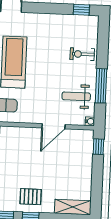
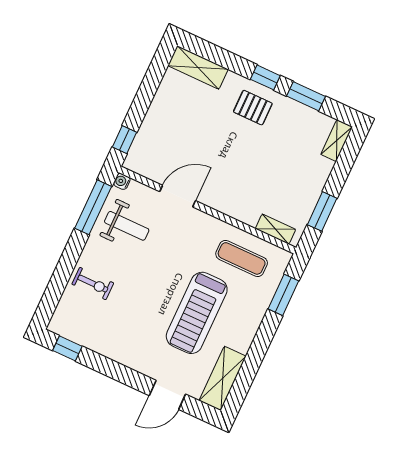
window: (101, 86) -> (93, 207), moved

